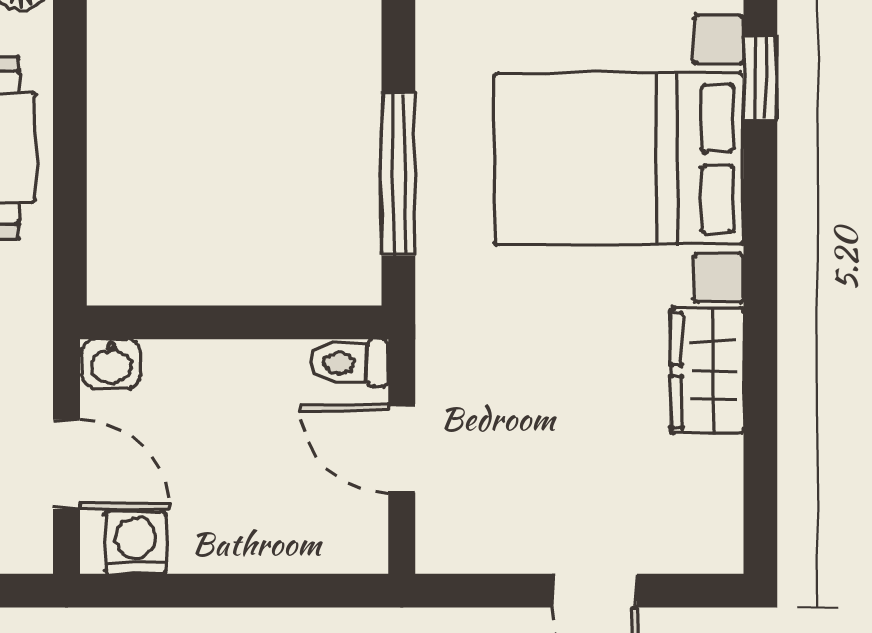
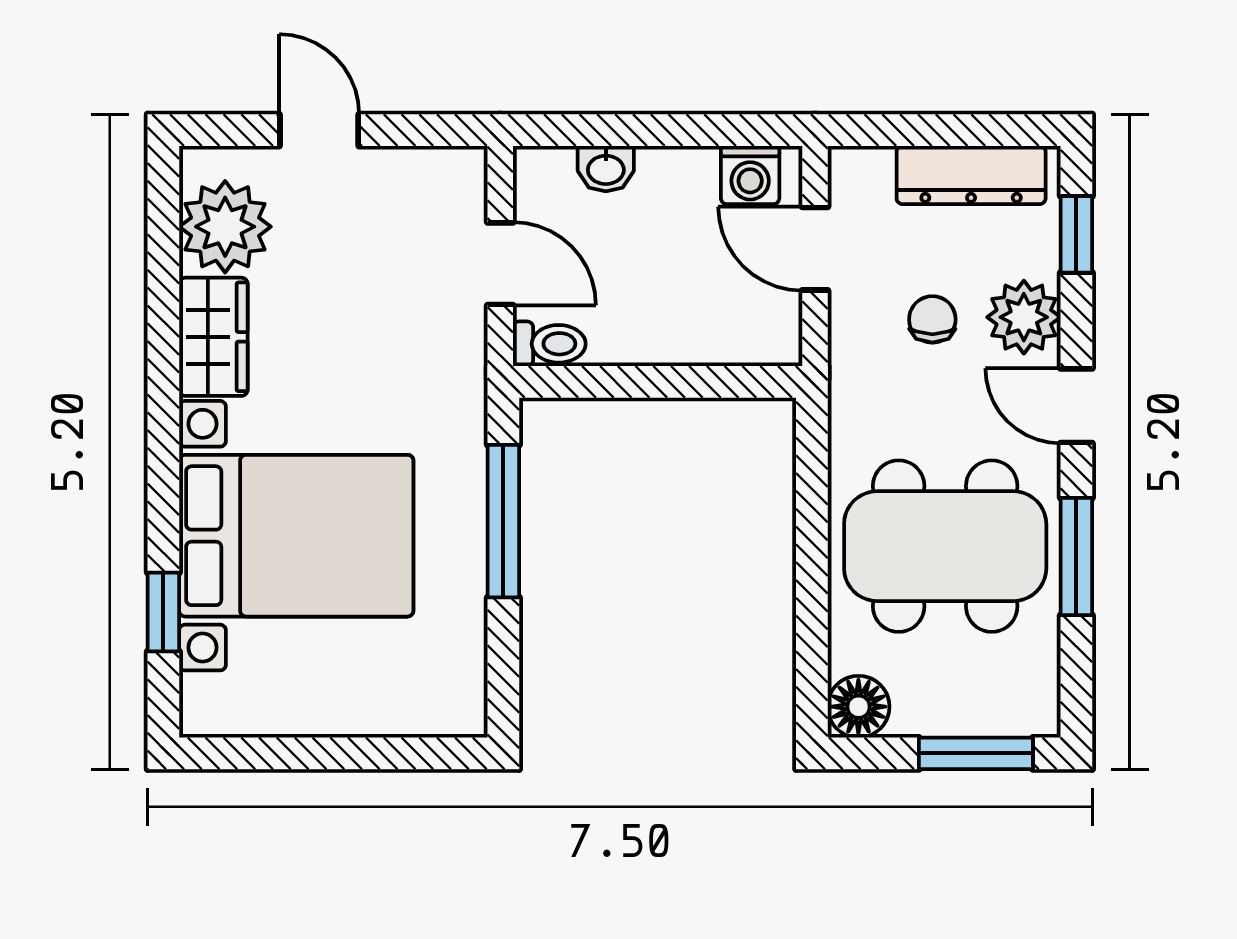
washbasin: (111, 363) -> (606, 169), moved, turned 180
plant: (695, 488) -> (225, 227), added

